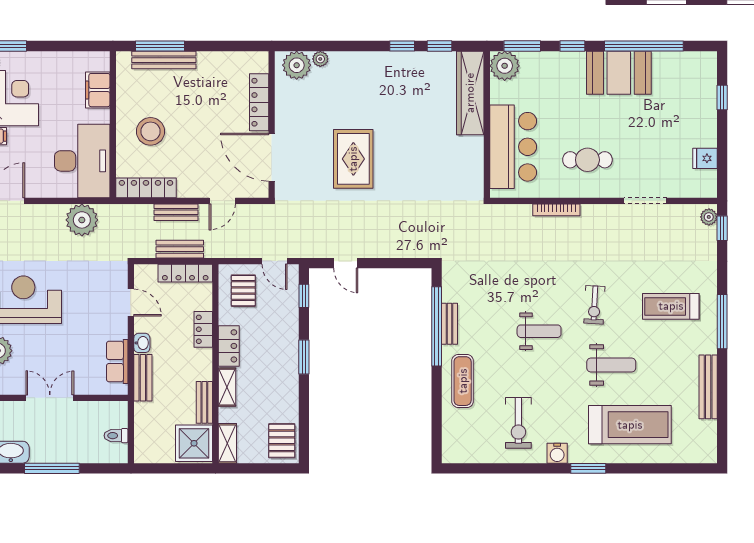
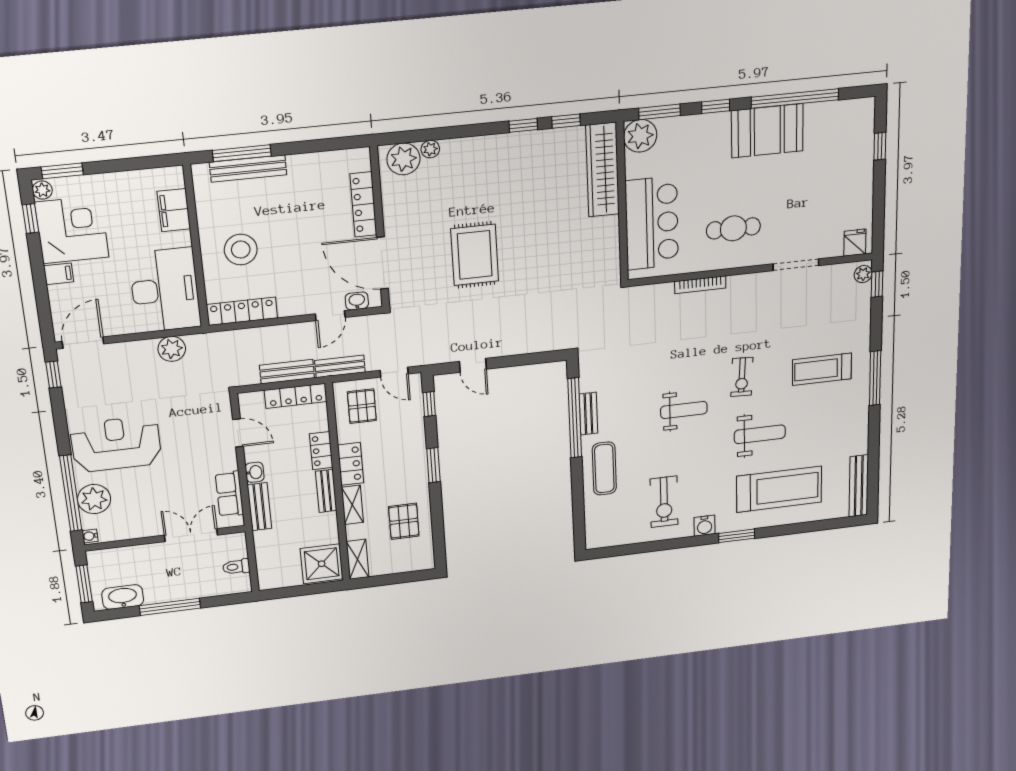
fridge: (705, 158) -> (855, 243), moved, turned 90
washbasin: (247, 190) -> (357, 301), added
bench: (176, 212) -> (340, 366), moved
plant: (82, 220) -> (172, 349), width x0.73, depth x0.73
bench: (708, 387) -> (859, 486), moved
double door: (50, 398) -> (191, 535), moved
bench: (204, 402) -> (326, 491), moved
pallet: (282, 441) -> (404, 521), moved

